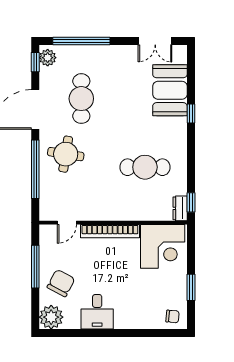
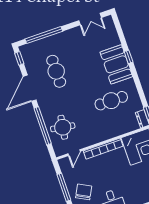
plant: (48, 58) -> (26, 53), removed
booth: (170, 90) -> (116, 64), moved
round table: (66, 154) -> (63, 127), moved

